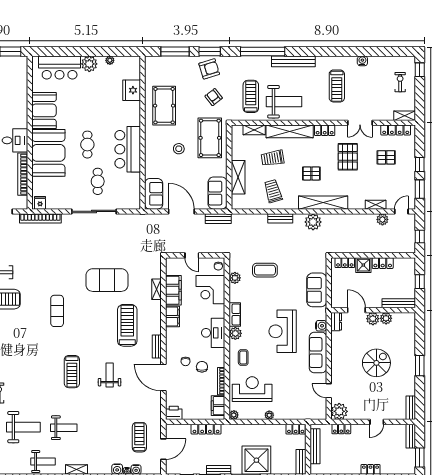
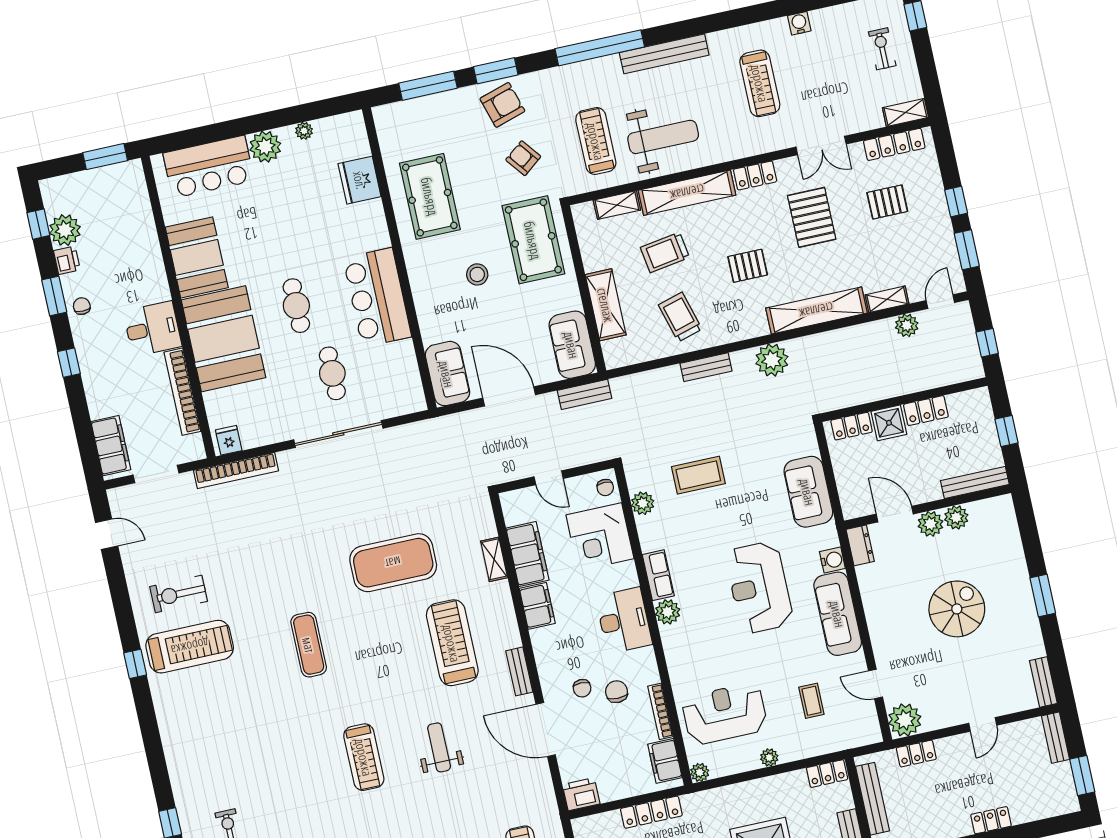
shelving: (323, 203) -> (816, 311), moved
coffee table: (243, 358) -> (811, 701), moved

